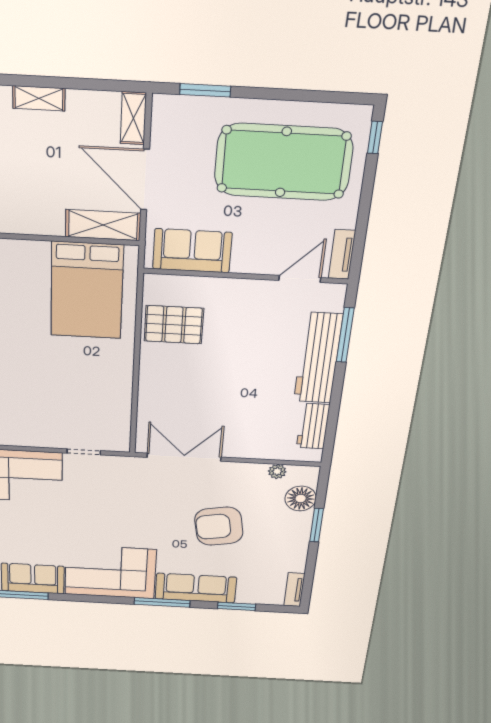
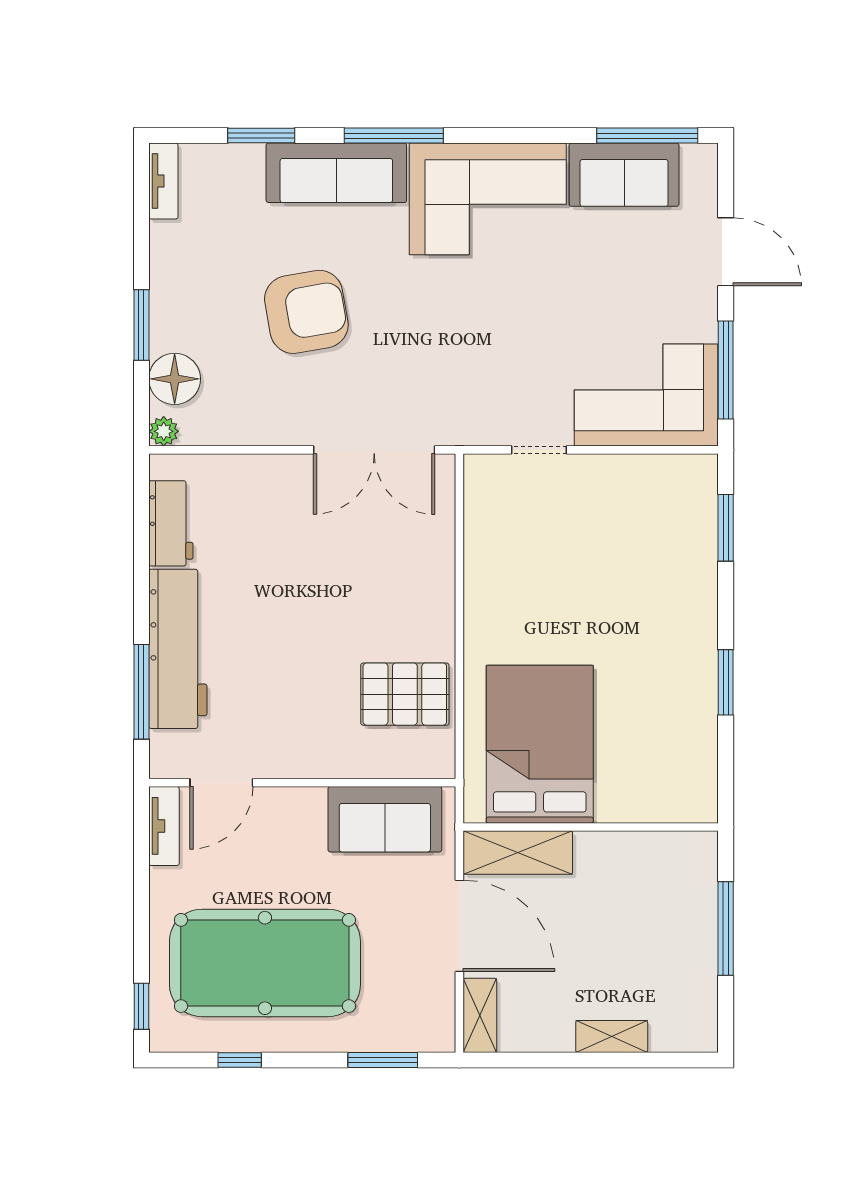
window: (309, 96) -> (240, 1060), added
plant: (277, 471) -> (164, 431), moved

